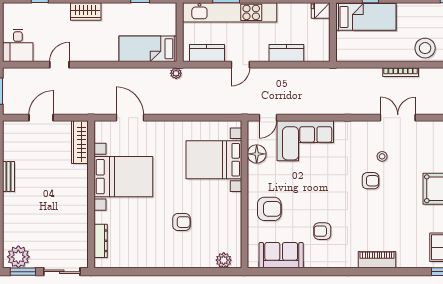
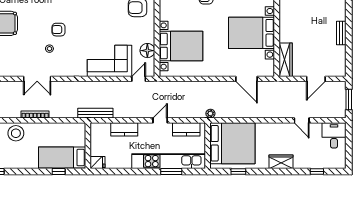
bed: (148, 49) -> (232, 143), width x2.04
door: (59, 65) -> (302, 120), hinge flipped
bench: (323, 74) -> (95, 113), added

